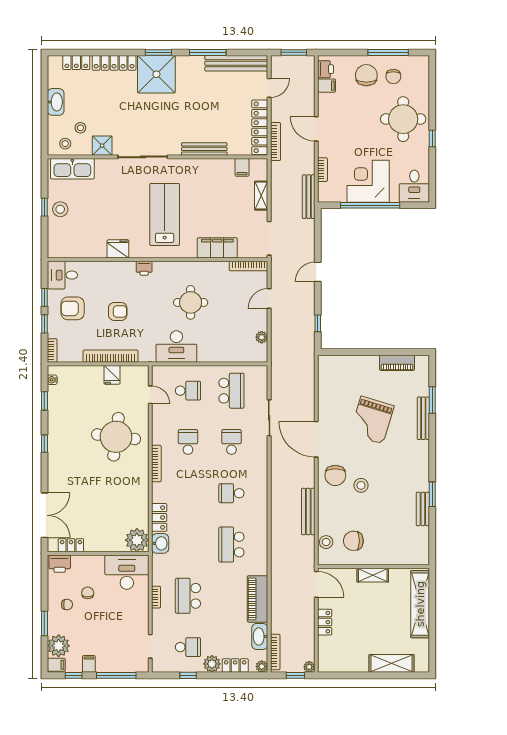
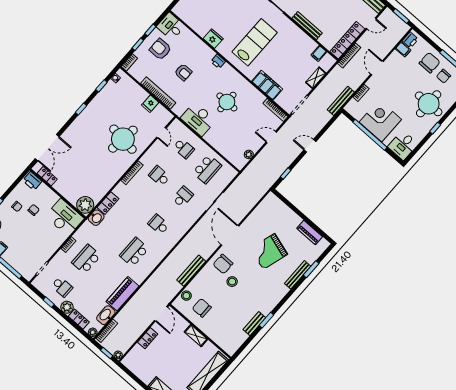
school desk: (188, 442) -> (159, 176), turned -90

